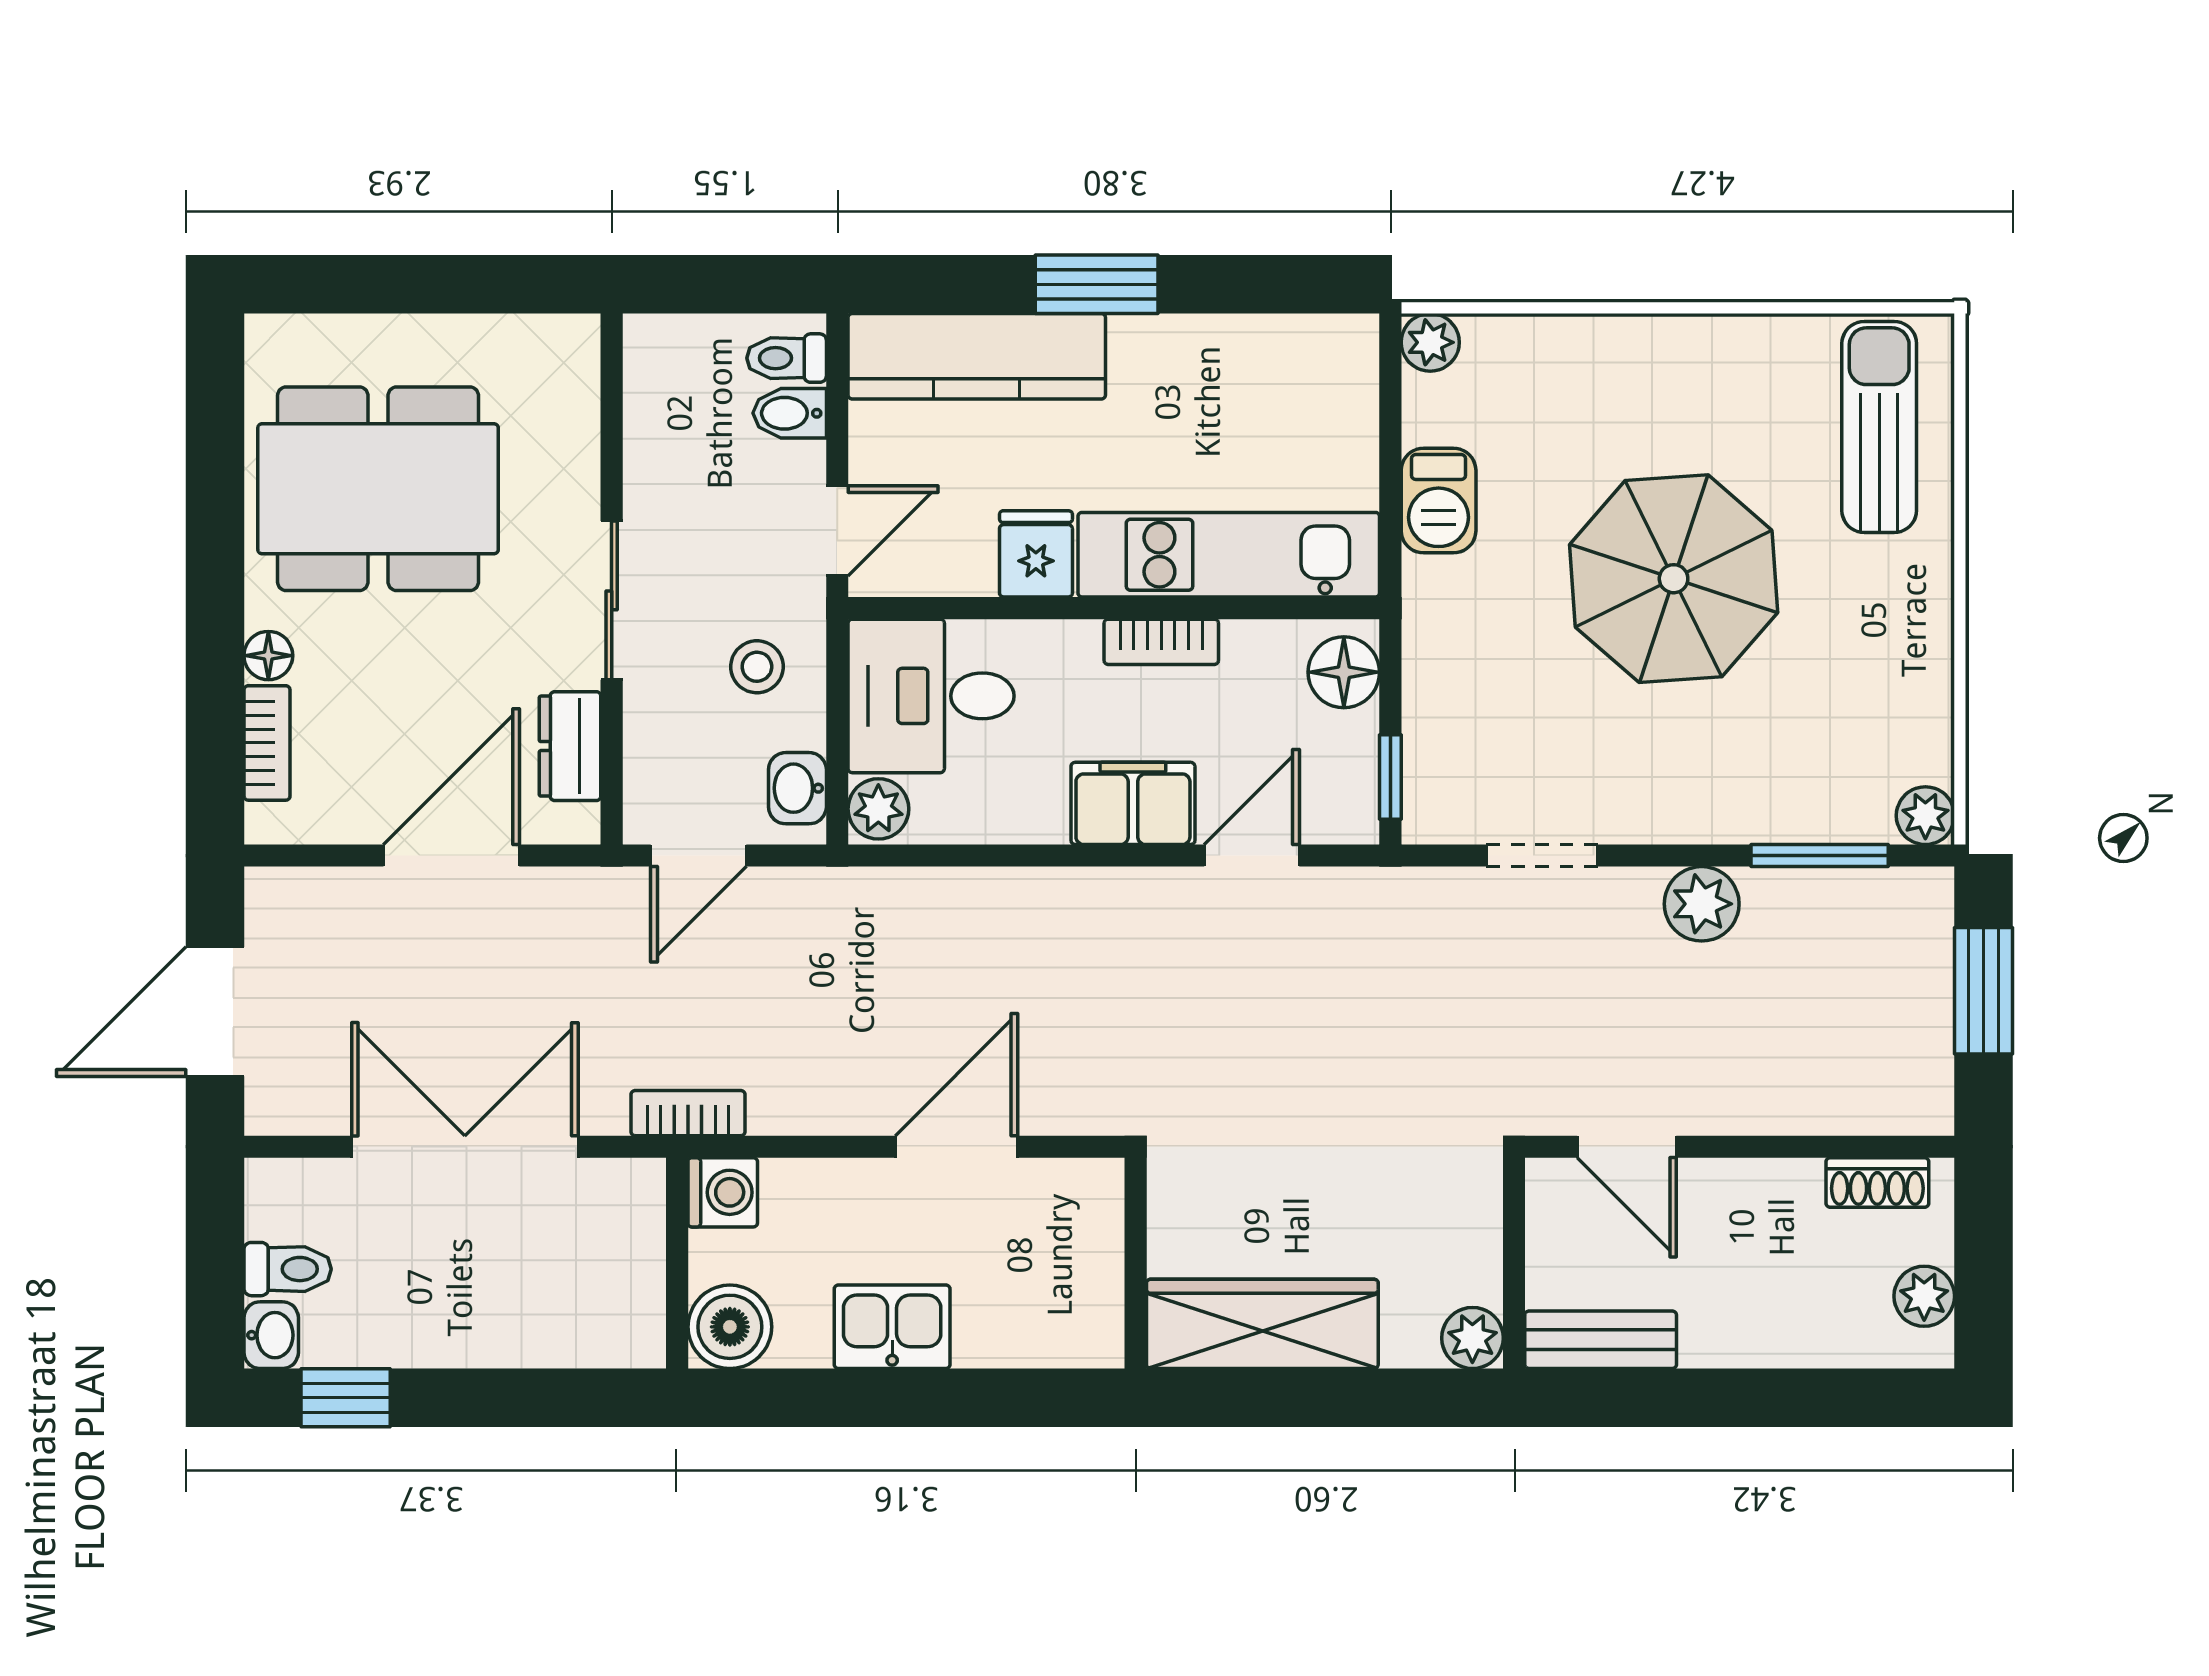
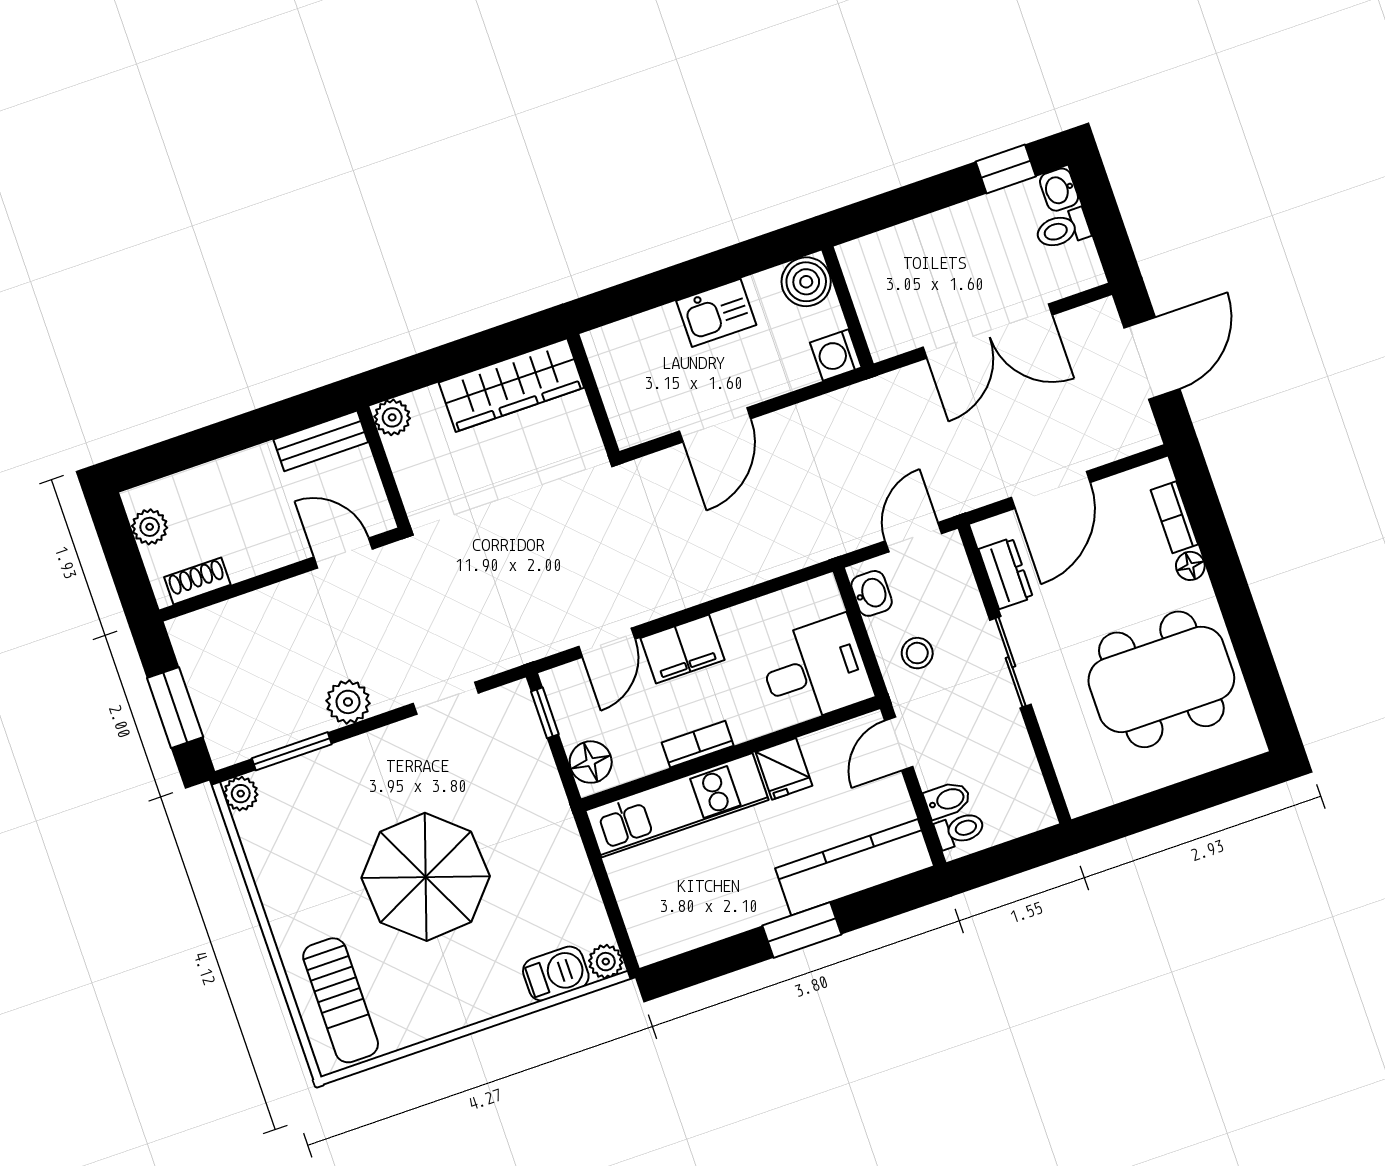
barbecue: (1439, 501) -> (556, 974), moved, turned 90
plant: (878, 809) -> (823, 597), removed
bookcase: (688, 1113) -> (870, 392), removed

